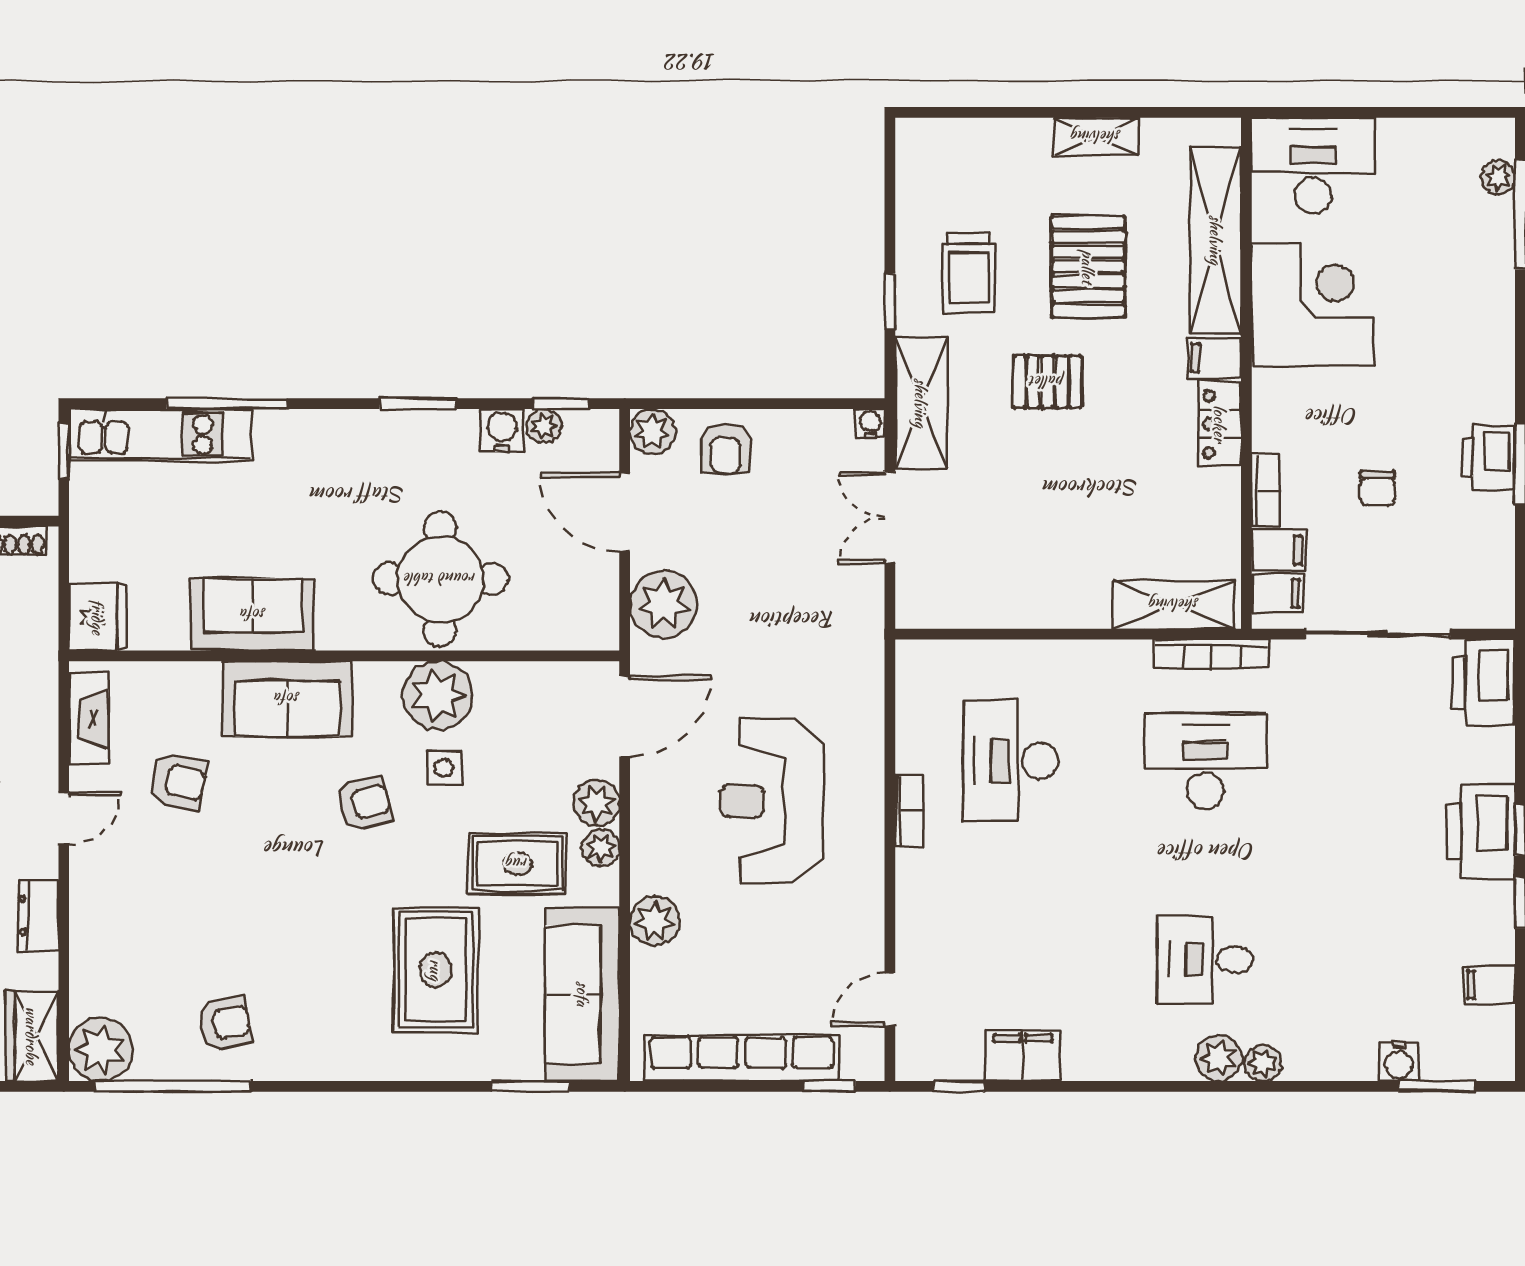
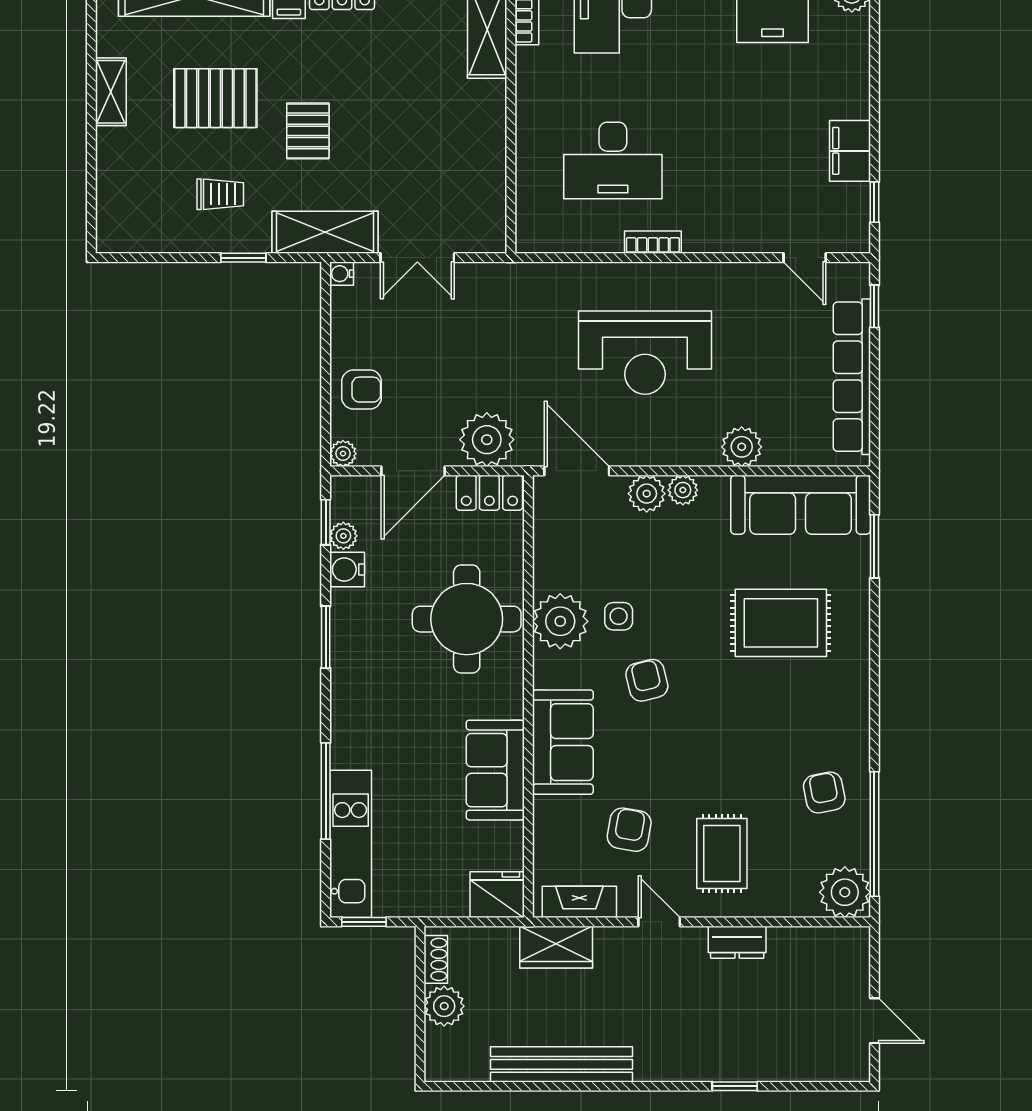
trolley: (969, 273) -> (220, 194), width x0.73, depth x0.72
plant: (652, 431) -> (343, 454), width x0.73, depth x0.73
locker: (598, 607) -> (489, 493), added
rug: (517, 864) -> (722, 854), moved
wardrobe: (32, 1036) -> (556, 947), moved

